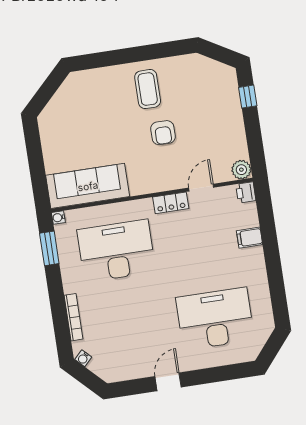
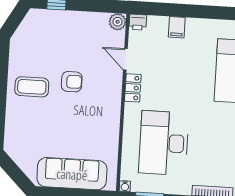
sofa: (88, 186) -> (72, 174), moved, turned 90

